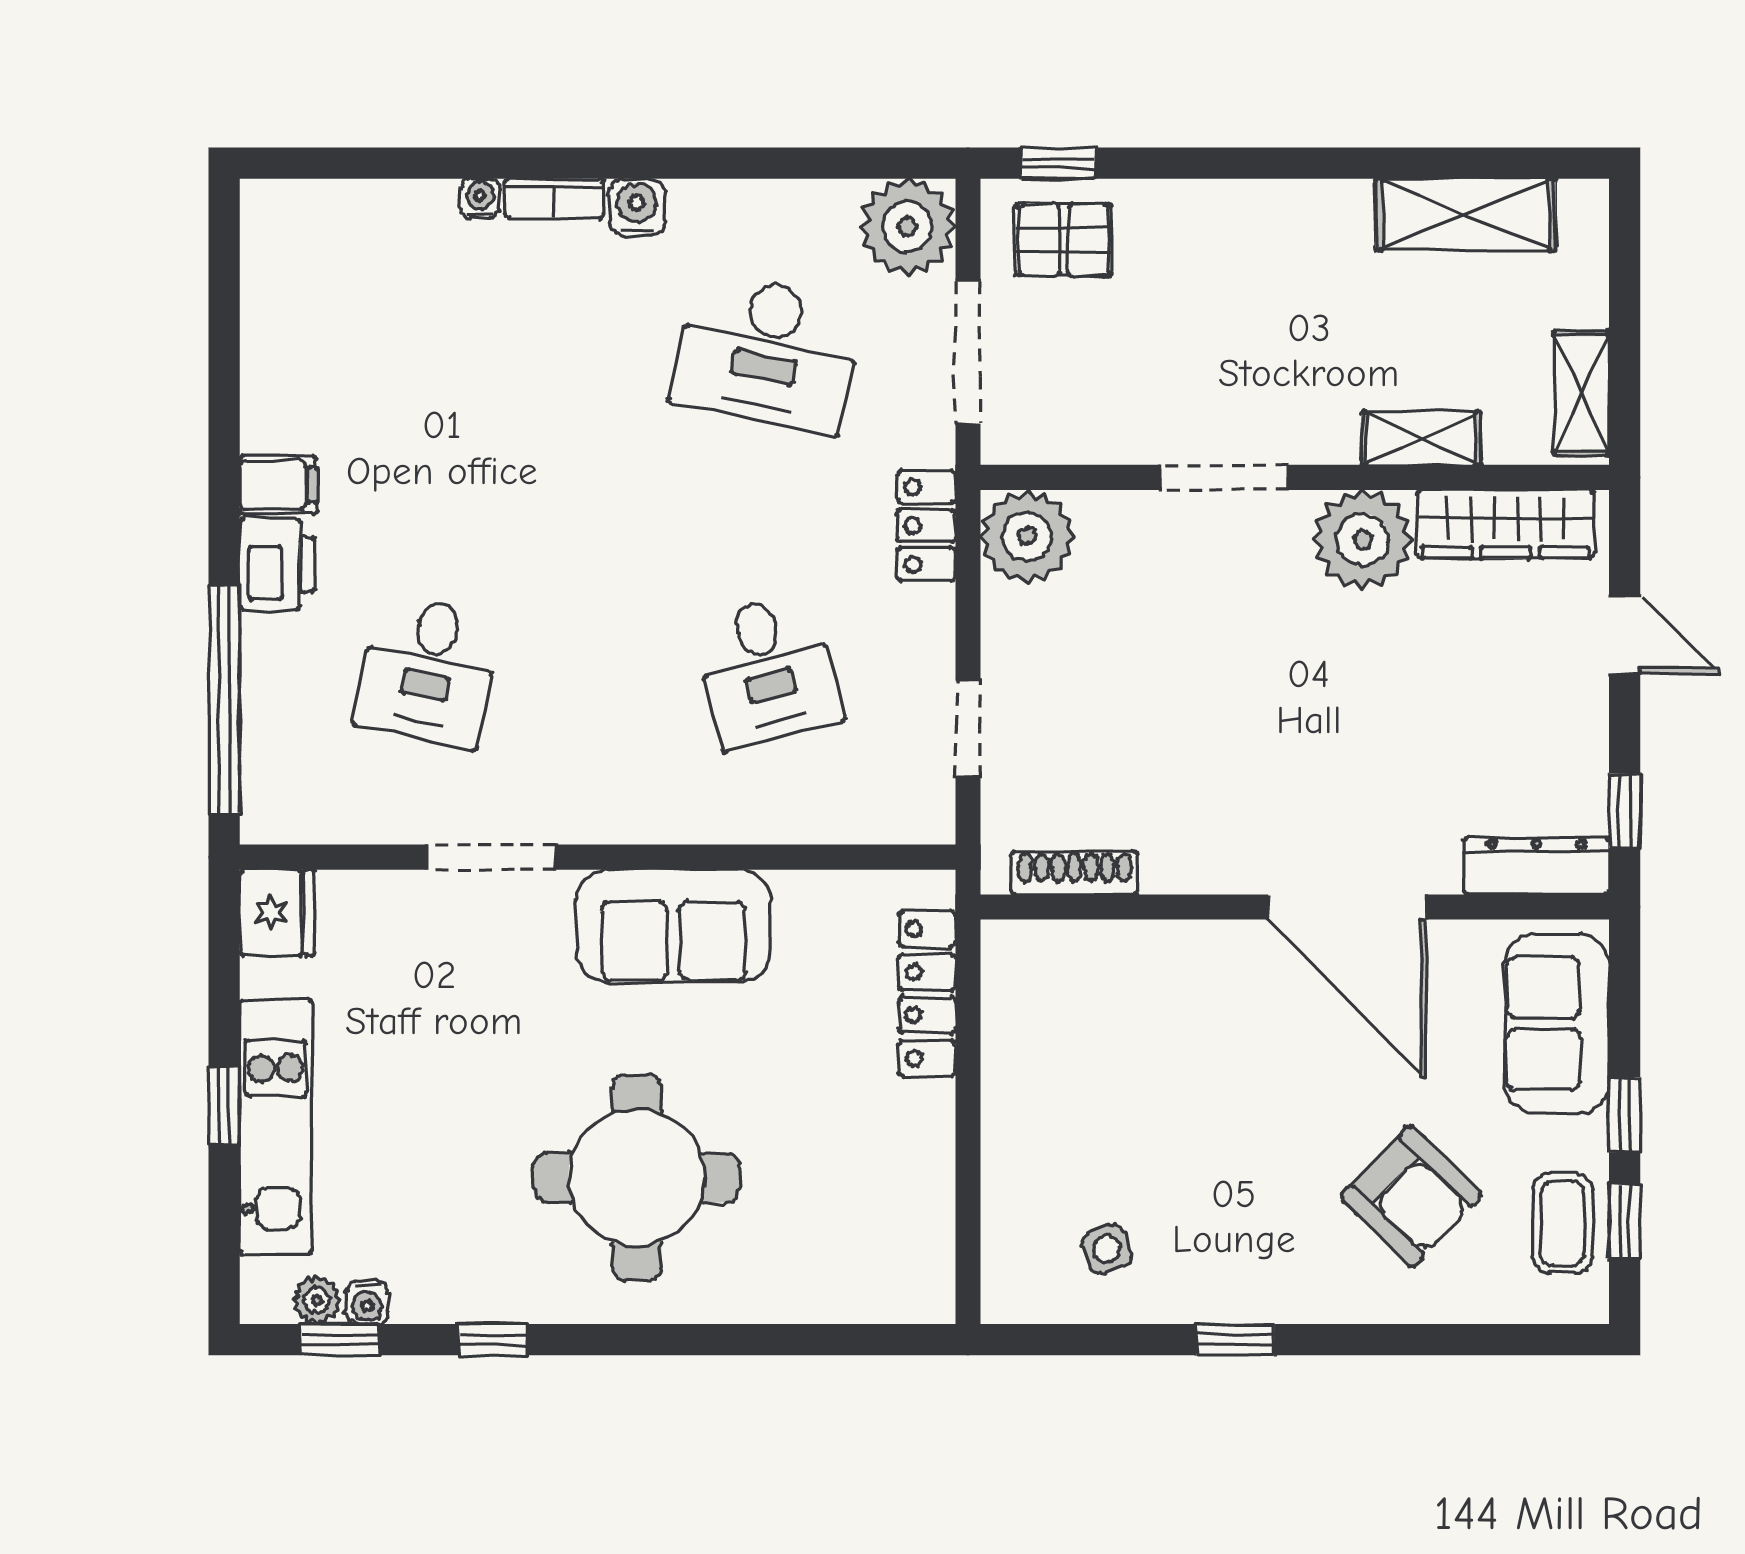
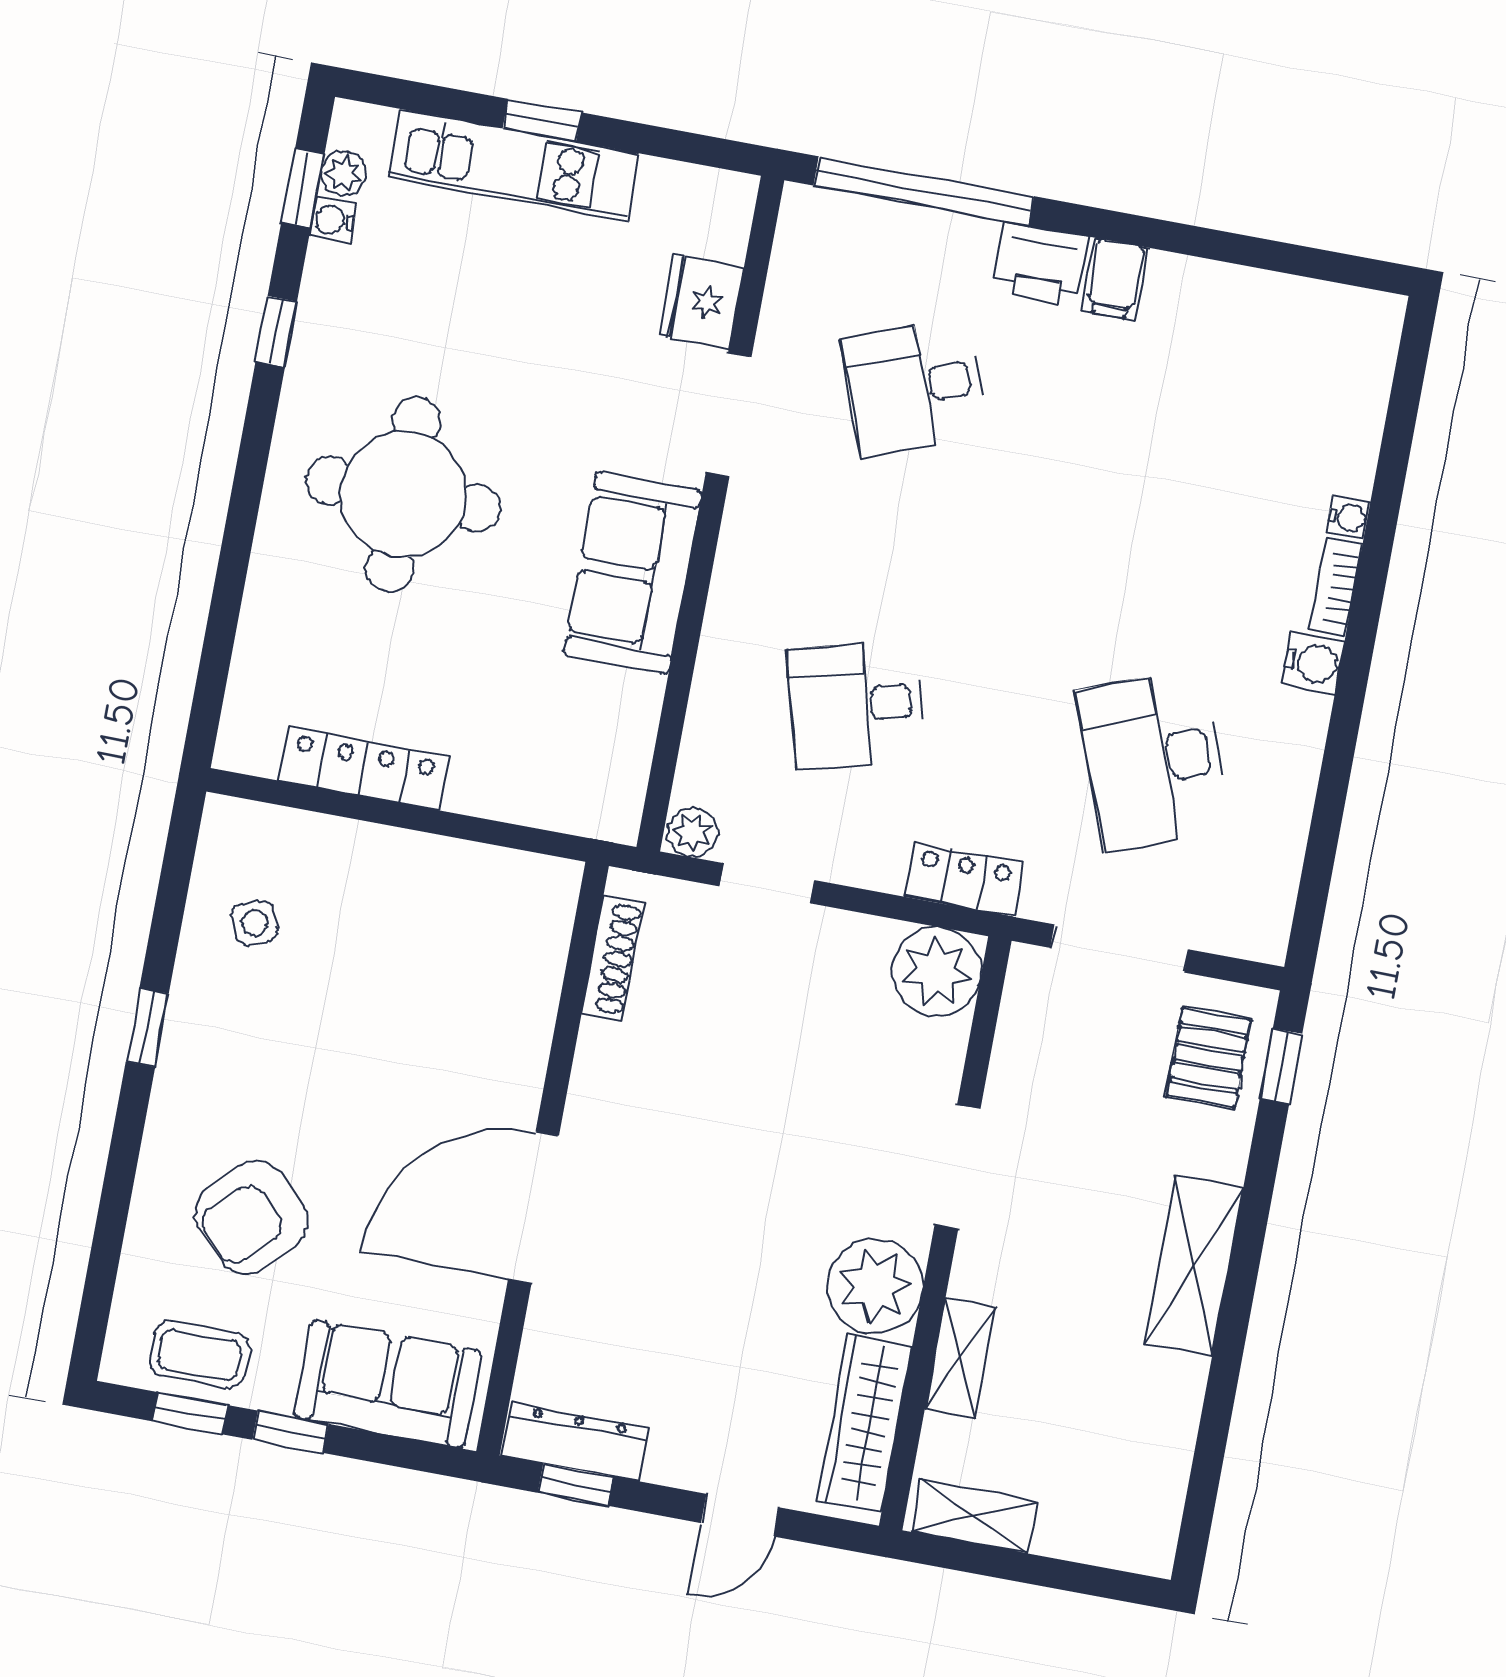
shelving: (1465, 215) -> (1194, 1266), moved
plant: (907, 227) -> (692, 832), moved, width x0.53, depth x0.53
desk: (767, 353) -> (1154, 760), turned -33
desk: (428, 670) -> (915, 387), turned -33
dresser: (1537, 866) -> (576, 1442), moved, turned -90
fridge: (277, 913) -> (702, 302), moved, turned 90
locker: (927, 994) -> (363, 769), moved

